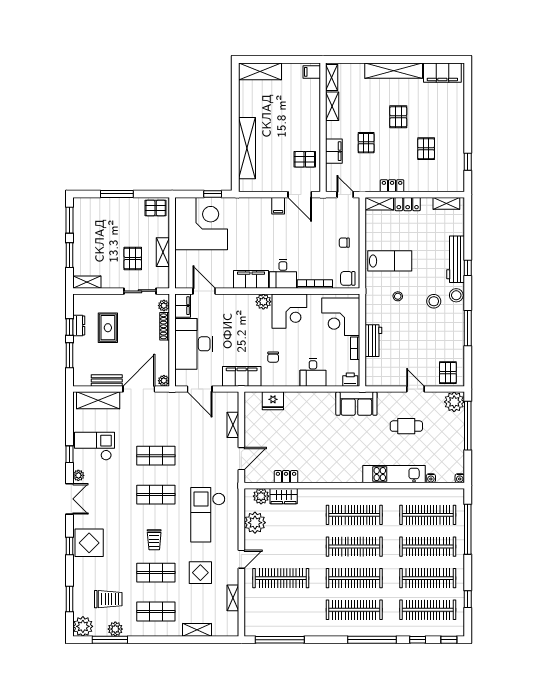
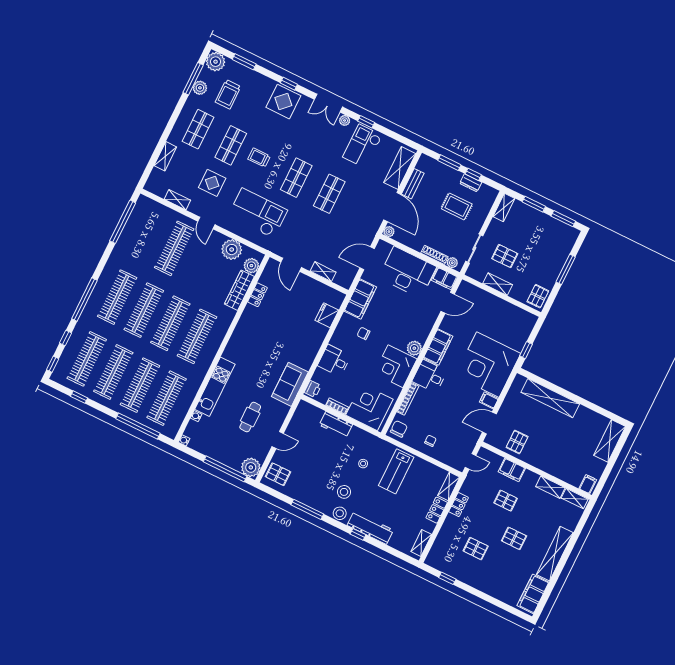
corner desk: (201, 224) -> (488, 365), moved, turned 90
checkout: (95, 446) -> (363, 146), turned 180
wardrobe: (284, 496) -> (239, 290), width x1.50

